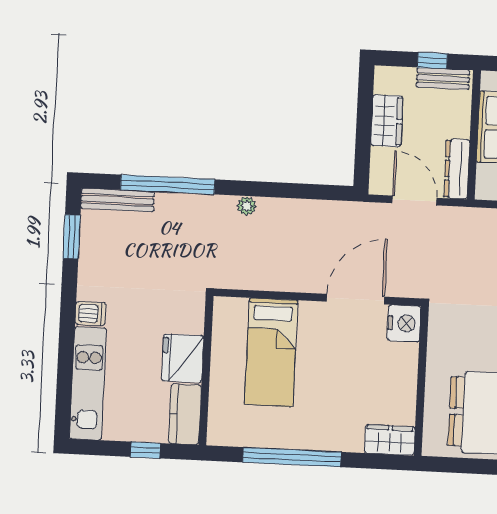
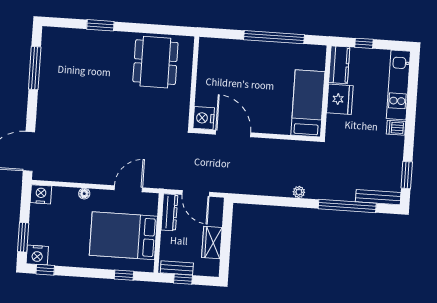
door: (356, 299) -> (233, 133), swing flipped
bed: (271, 352) -> (308, 103), moved
wardrobe: (390, 440) -> (214, 47), removed

